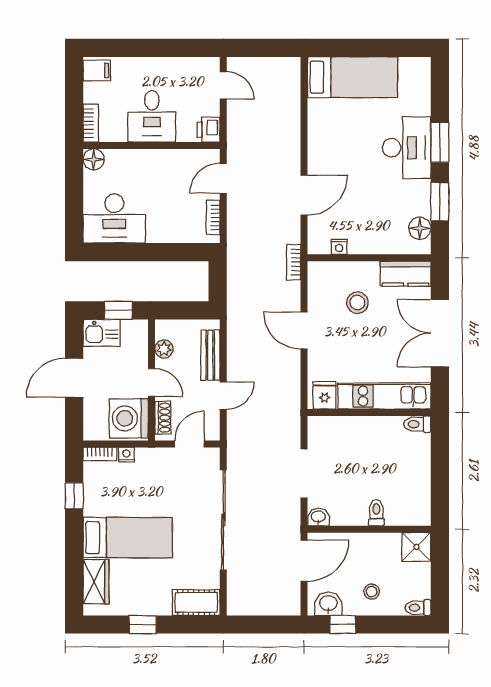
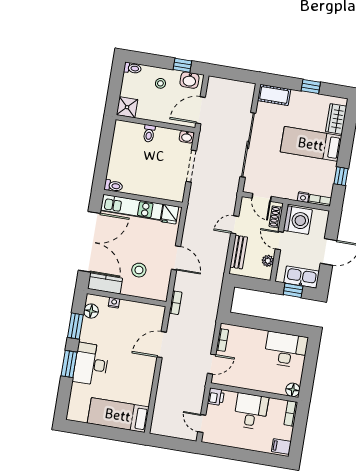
nightstand: (339, 247) -> (114, 303), moved
kitchen sink: (102, 333) -> (302, 277), width x1.38
double door: (440, 333) -> (89, 242), width x1.36
door: (189, 444) -> (262, 197), hinge flipped

